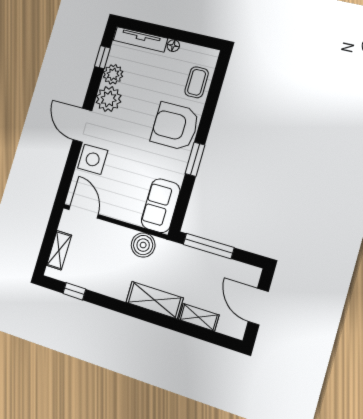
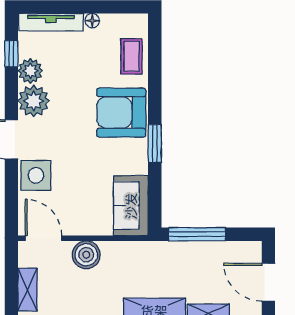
boiler: (143, 245) -> (86, 255), moved

